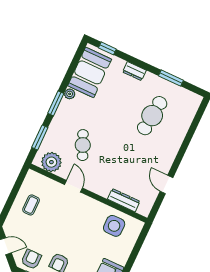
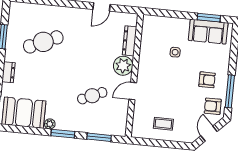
cafe table: (152, 116) -> (43, 42), turned -30
plant: (51, 162) -> (123, 66), moved
side table: (114, 226) -> (175, 52), moved, width x0.54, depth x0.54

